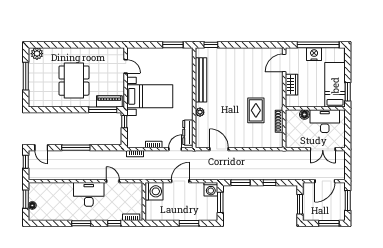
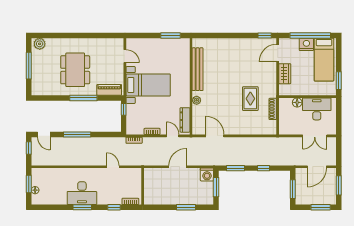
window: (211, 45) -> (265, 35), moved
bed: (335, 85) -> (324, 60), moved, turned 180
window: (103, 110) -> (83, 98), moved
door: (175, 149) -> (173, 136), hinge flipped
washing machine: (154, 191) -> (152, 177), removed
desk: (89, 194) -> (82, 193), moved, turned 180

